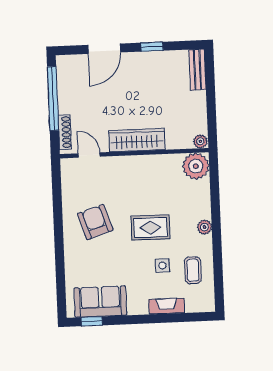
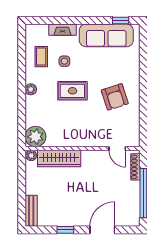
wardrobe: (137, 140) -> (59, 158), moved
sofa: (100, 302) -> (106, 35), width x1.36

